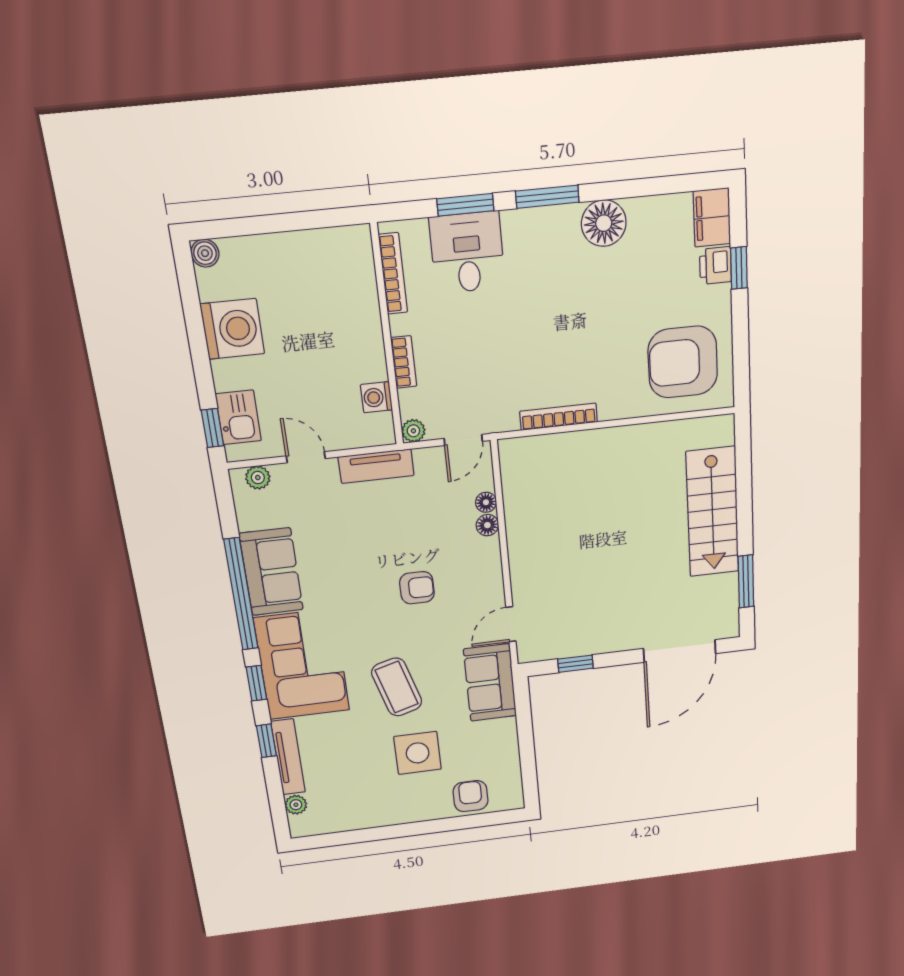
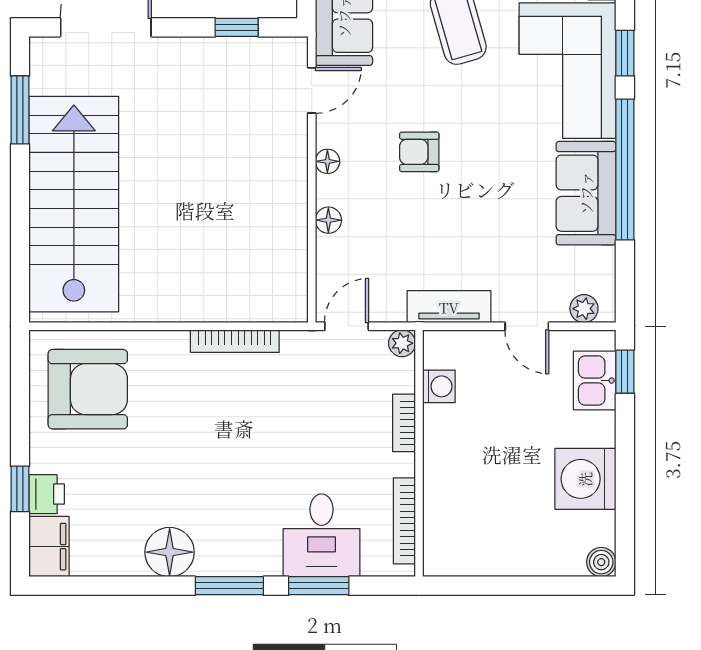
floor lamp: (486, 502) -> (327, 161), moved
stairs: (713, 512) -> (74, 204), width x1.36, depth x1.51

